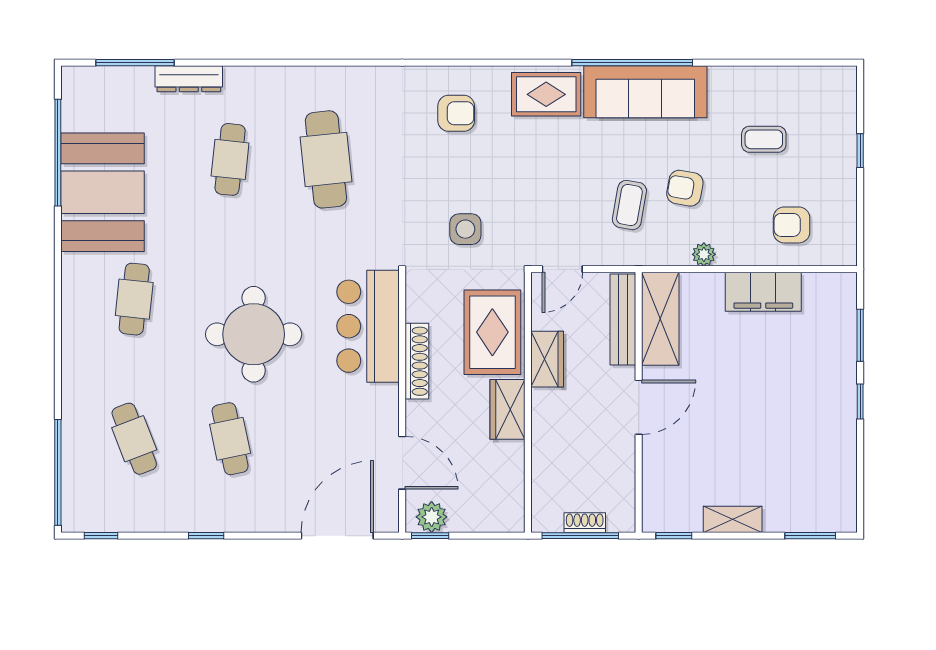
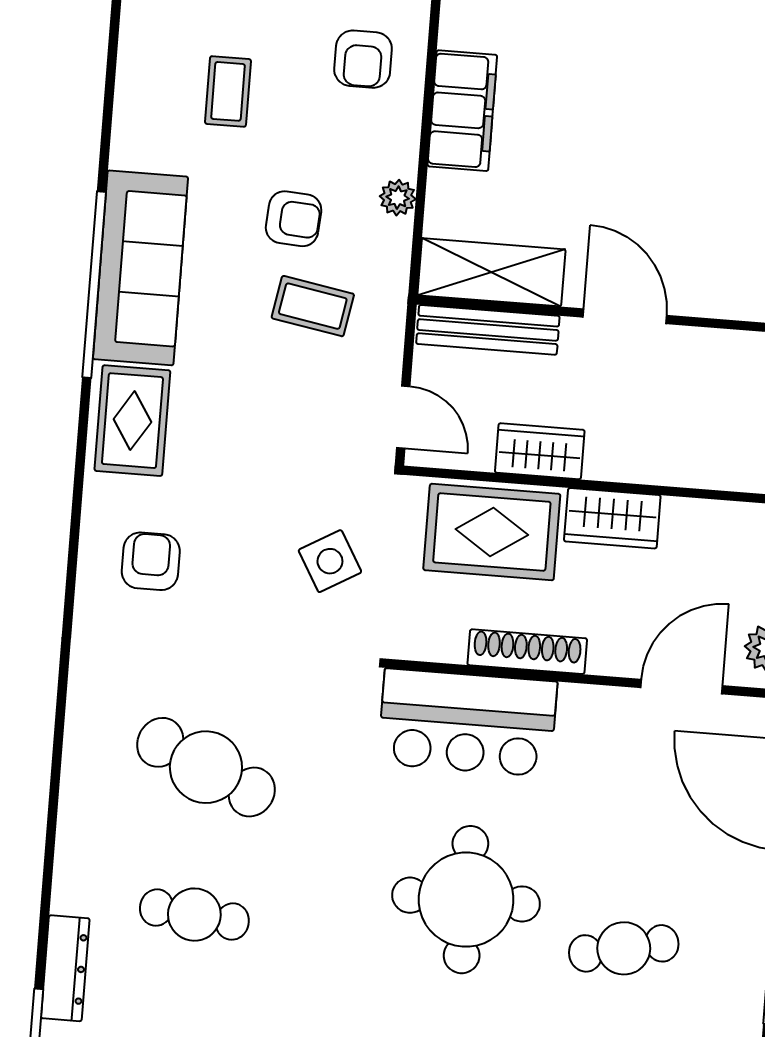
cafe table: (326, 159) -> (206, 767), turned 30
armchair: (685, 188) -> (294, 219), turned -96
side table: (465, 229) -> (330, 561), turned -30

